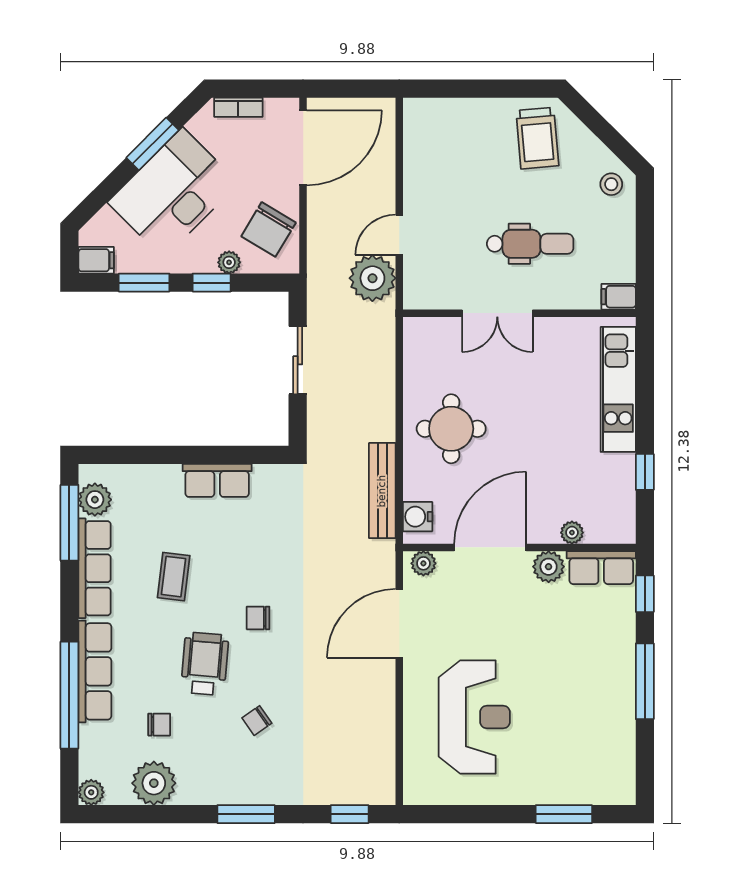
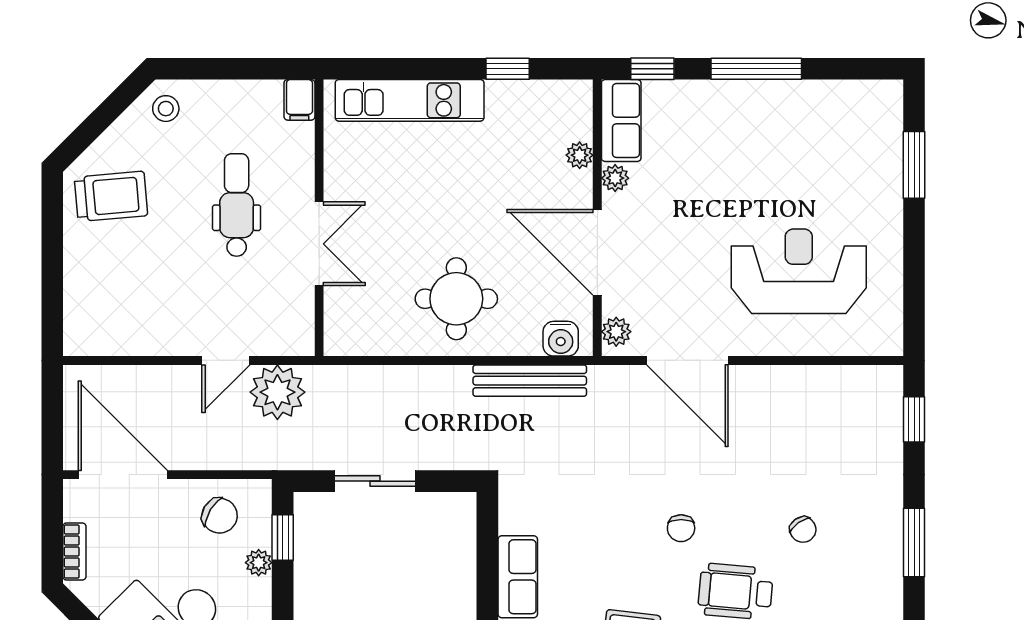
chair: (269, 229) -> (220, 516), width x0.73, depth x0.73
door: (399, 235) -> (226, 360), hinge flipped
window: (212, 283) -> (283, 538), moved
plant: (549, 567) -> (615, 178), width x0.73, depth x0.73

